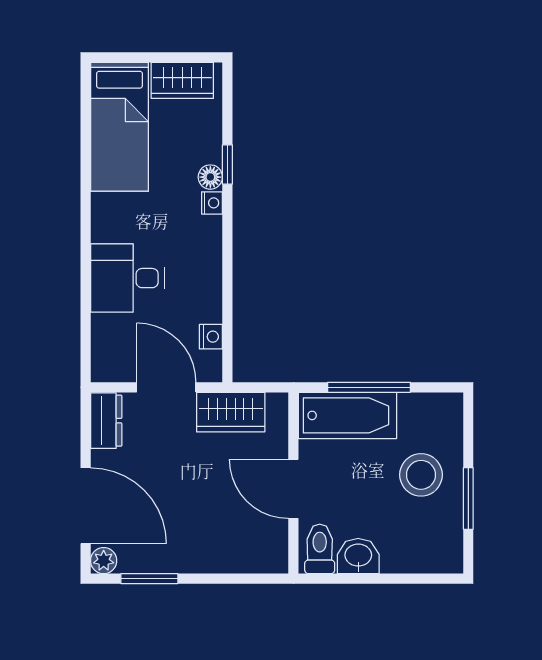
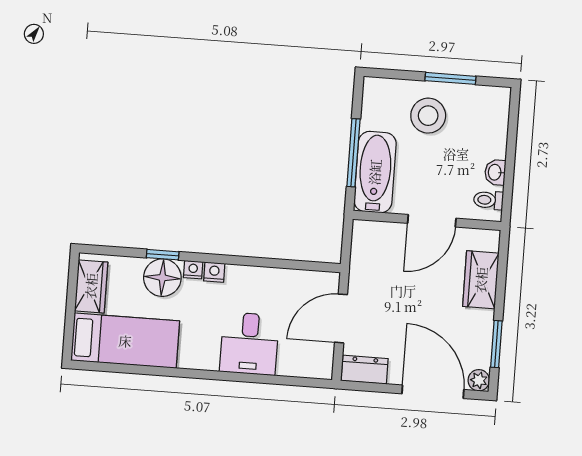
floor lamp: (210, 177) -> (162, 278), width x1.89, depth x1.89
nightstand: (211, 337) -> (214, 272), moved
wardrobe: (231, 412) -> (481, 280), moved, turned 180
door: (86, 506) -> (433, 392), hinge flipped
toilet: (320, 549) -> (488, 200), width x0.73, depth x0.72
washbasin: (358, 556) -> (495, 172), width x0.72, depth x0.69

